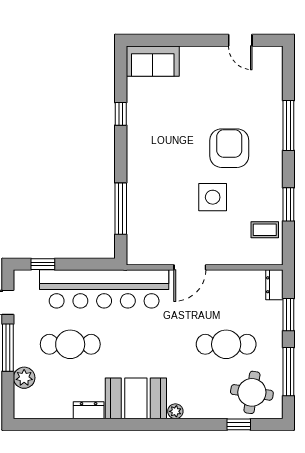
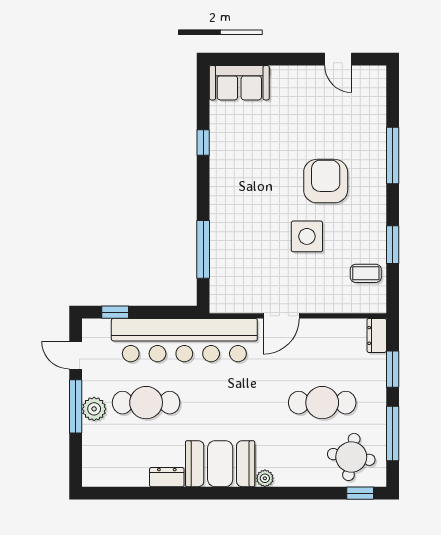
plant: (24, 378) -> (94, 409), moved
window: (239, 424) -> (360, 493), moved

